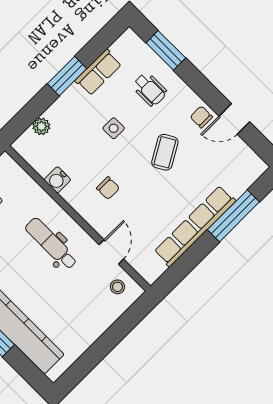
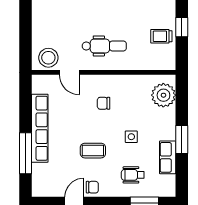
plant: (41, 126) -> (163, 95), width x1.88, depth x1.88
coffee table: (165, 152) -> (93, 151), turned -60
water cooler: (57, 180) -> (134, 82), removed
stool: (117, 287) -> (48, 58), width x1.89, depth x1.89

